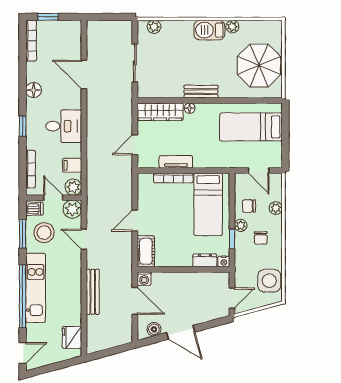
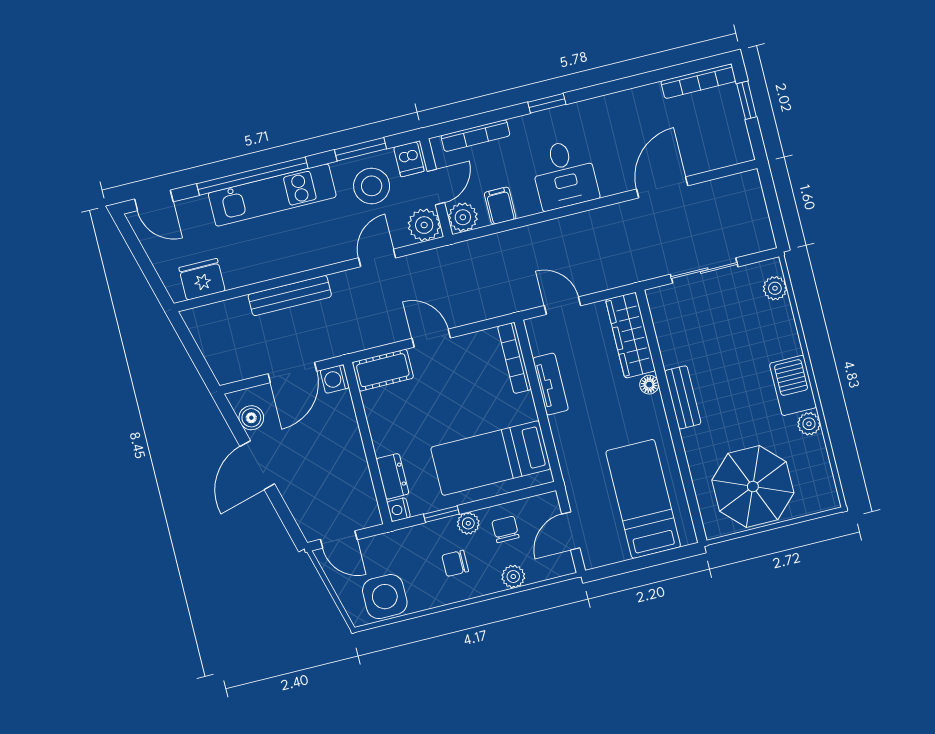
floor lamp: (34, 90) -> (614, 107), removed
bookcase: (173, 178) -> (514, 358), moved

